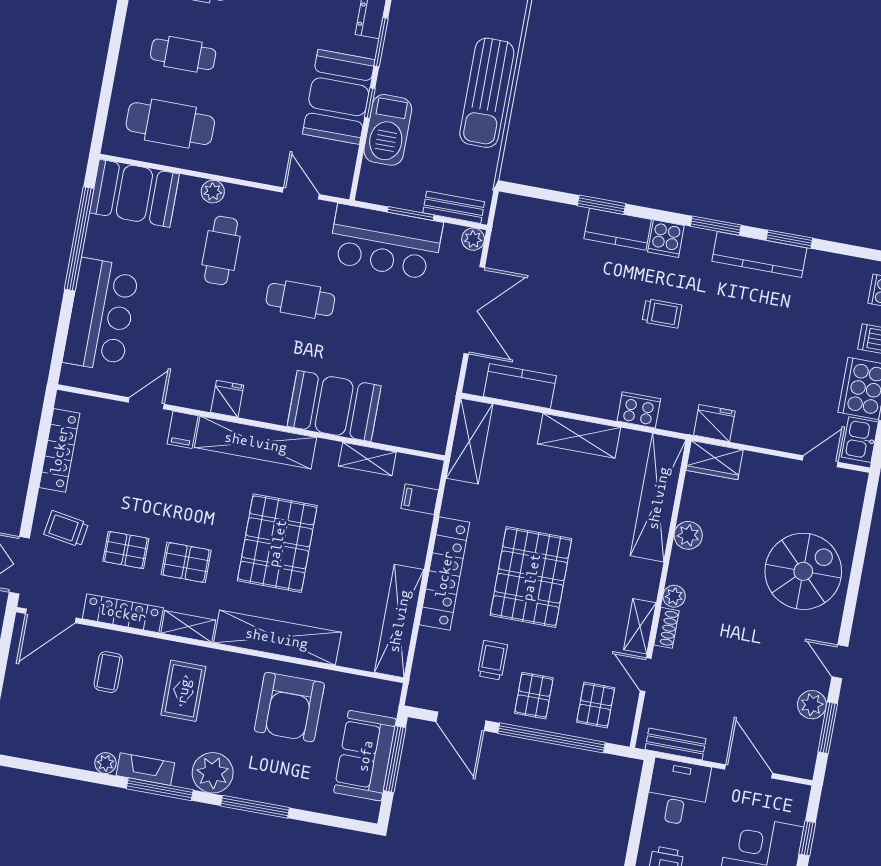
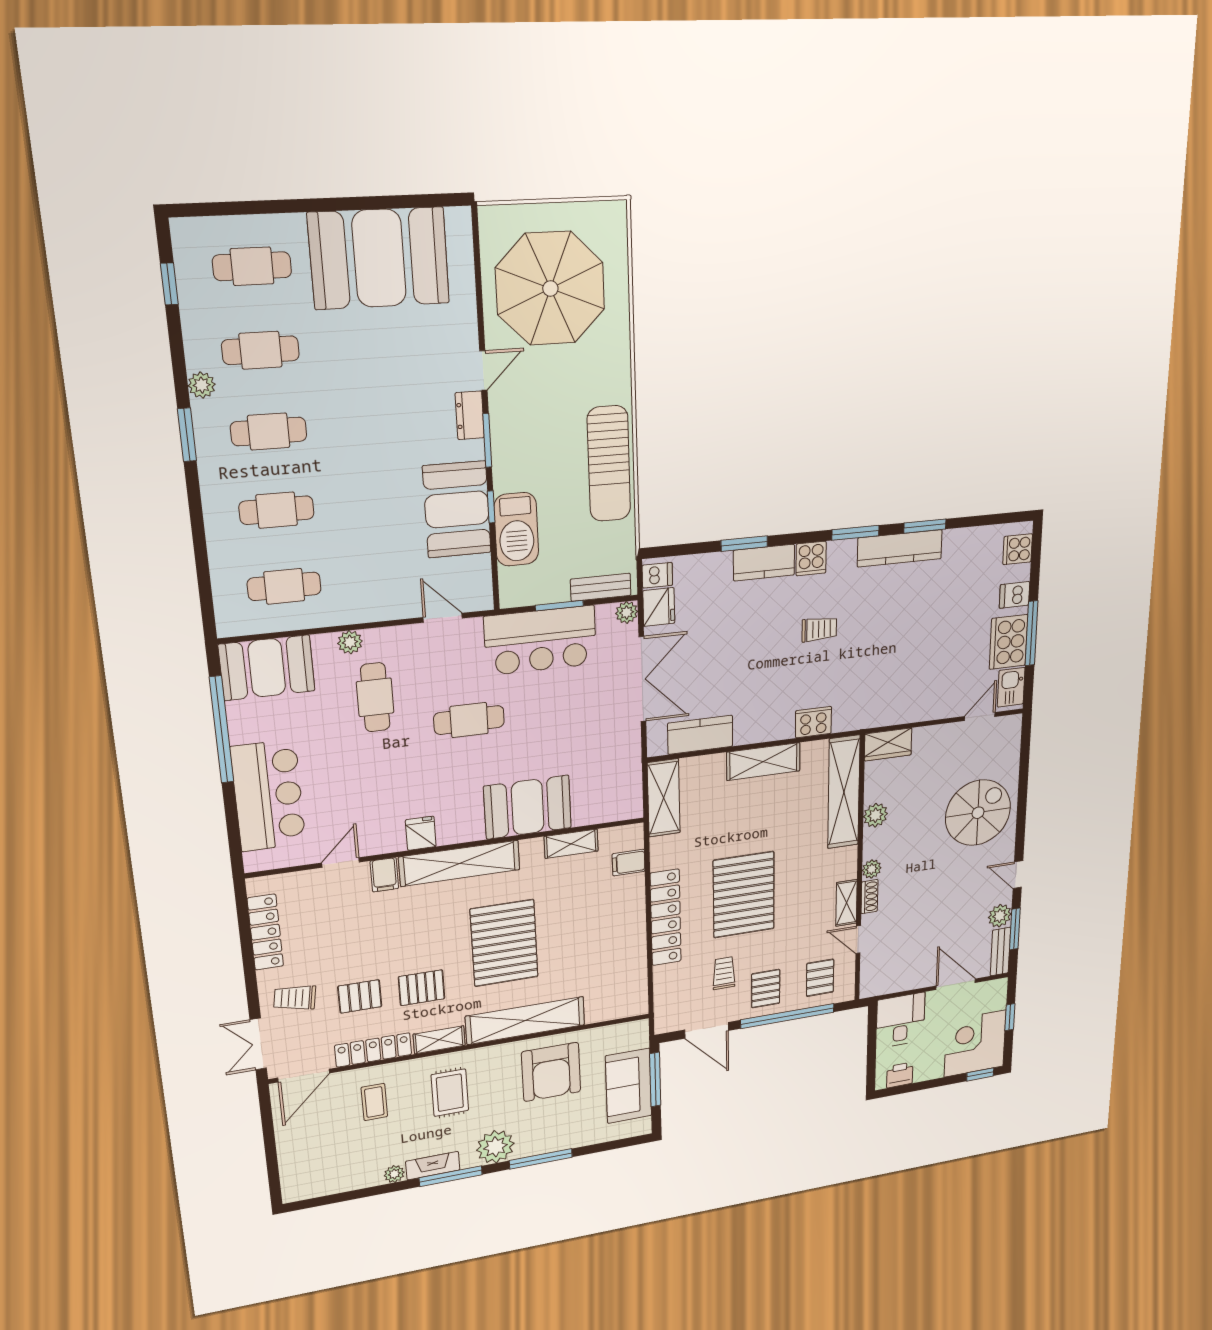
cafe table: (170, 124) -> (284, 586), width x0.73, depth x0.74
dishwasher: (510, 211) -> (657, 575), added
fridge: (714, 423) -> (659, 607), moved, turned 90
shelving: (399, 621) -> (634, 970), removed
bench: (676, 744) -> (1000, 952), moved, turned 90

